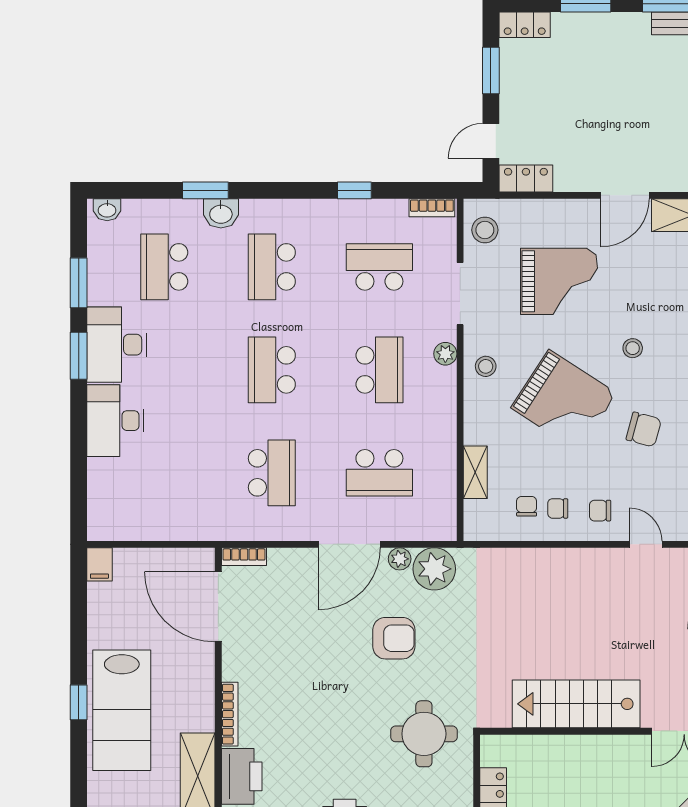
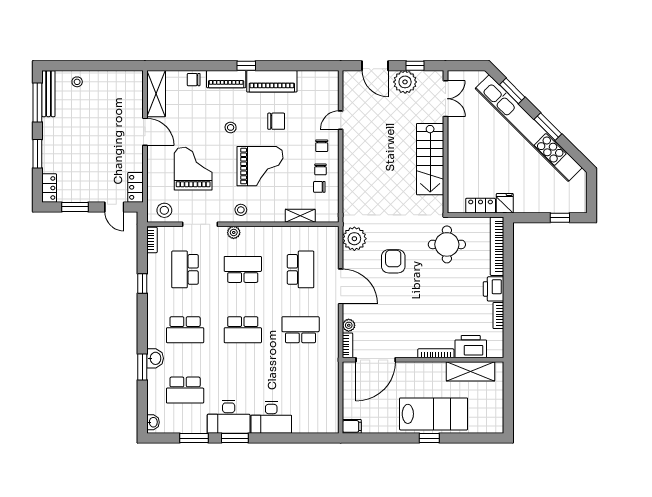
grand piano: (564, 401) -> (260, 166), turned 57
chair: (644, 429) -> (276, 121), turned 75
plant: (400, 559) -> (349, 325), moved

